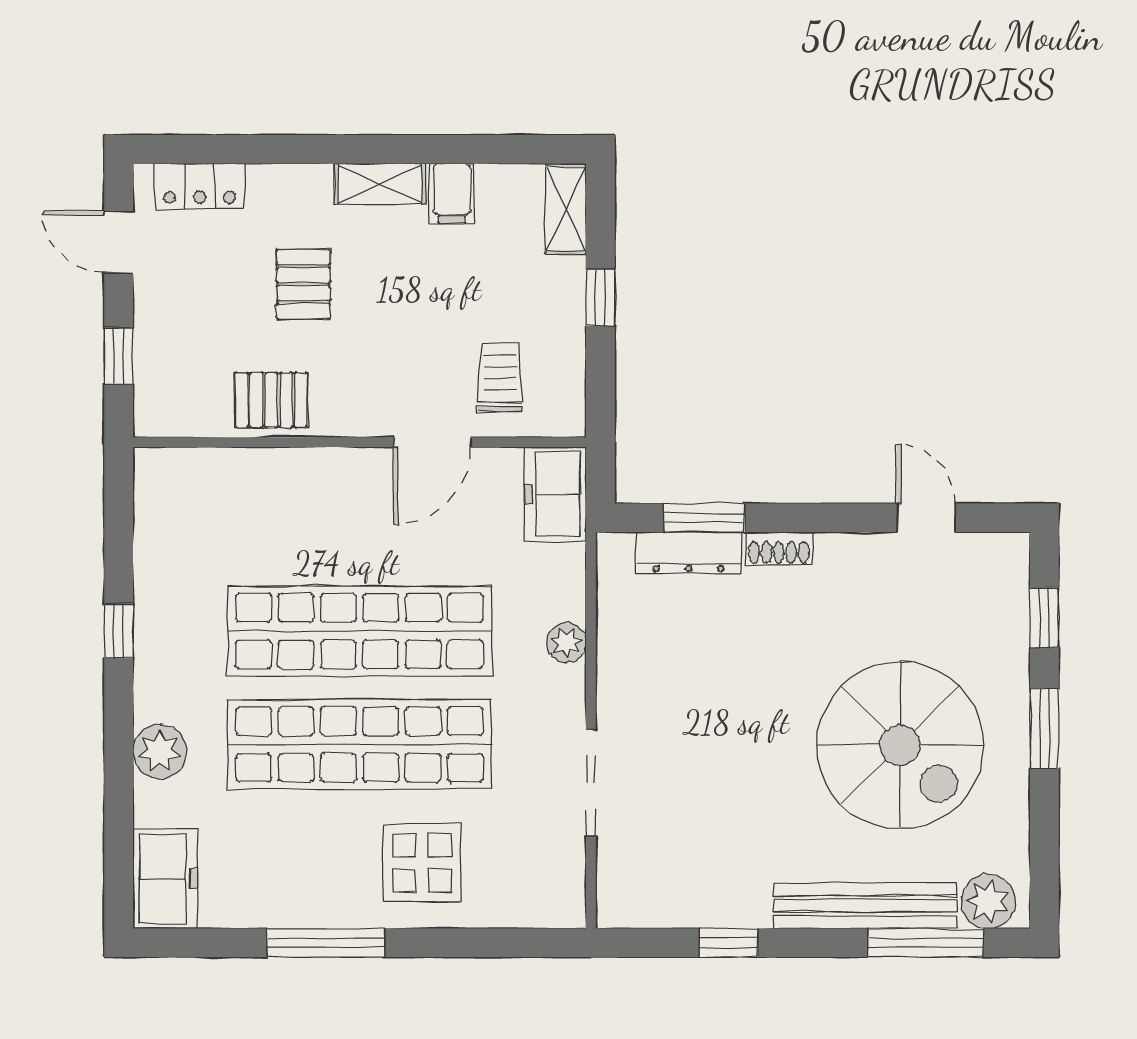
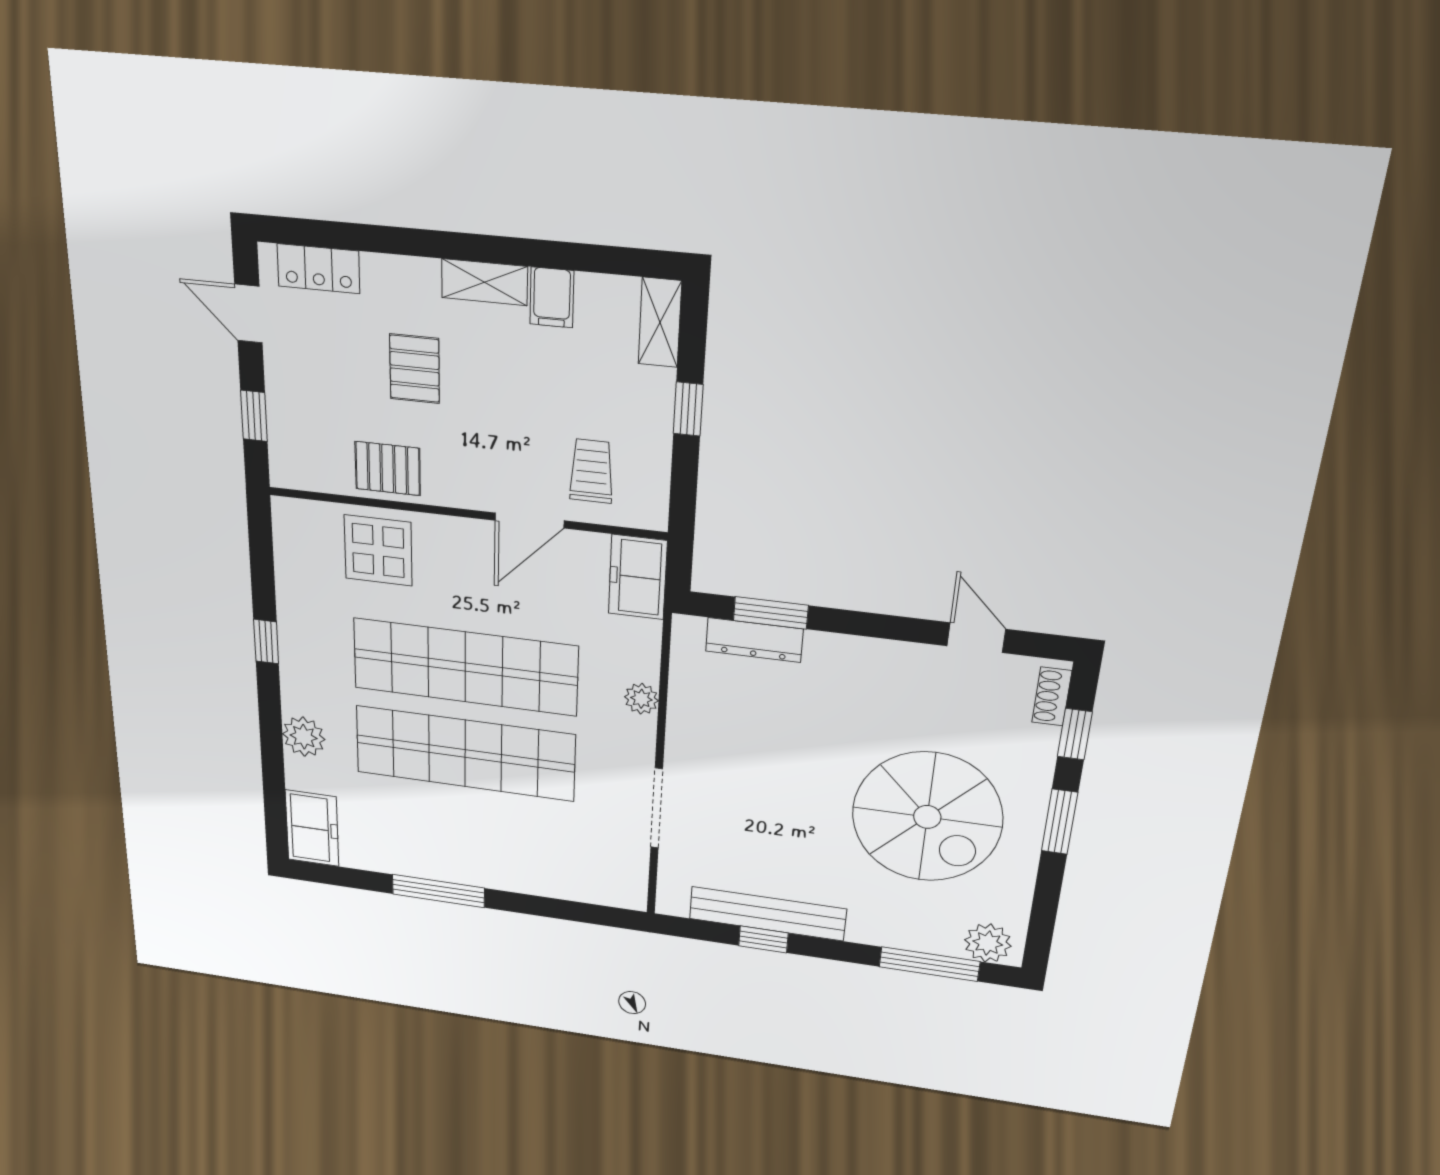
shoe rack: (779, 548) -> (1052, 696), moved, turned 90
display table: (422, 863) -> (378, 550), moved
bench: (865, 906) -> (768, 914), moved

